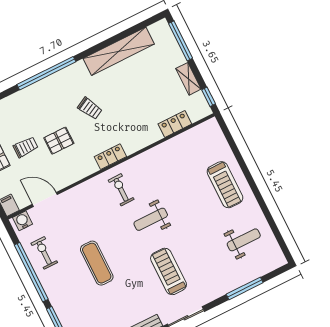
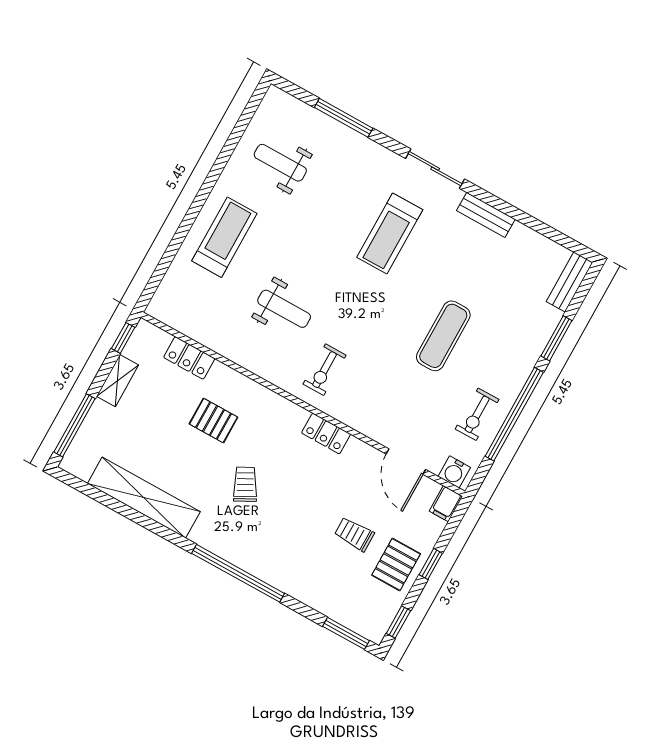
pallet: (59, 141) -> (213, 421), moved
locker: (110, 157) -> (326, 433), moved
weight bench: (151, 219) -> (284, 309), moved

